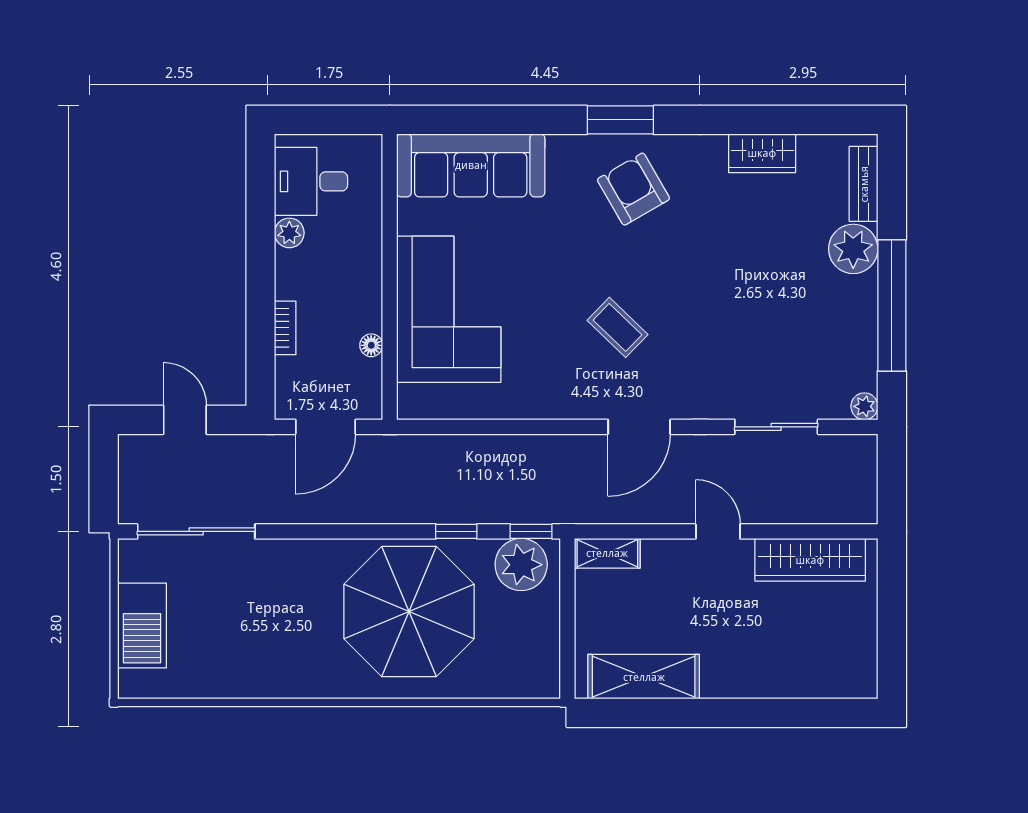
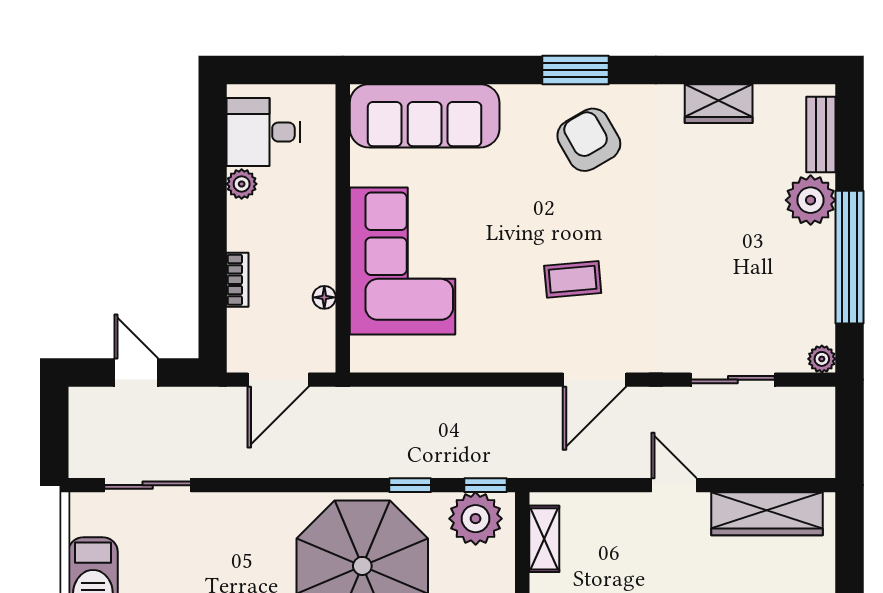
coffee table: (617, 327) -> (573, 279), turned -49
sliding door: (196, 531) -> (148, 485), width x0.73
shelving: (607, 553) -> (544, 539), moved, turned 90

